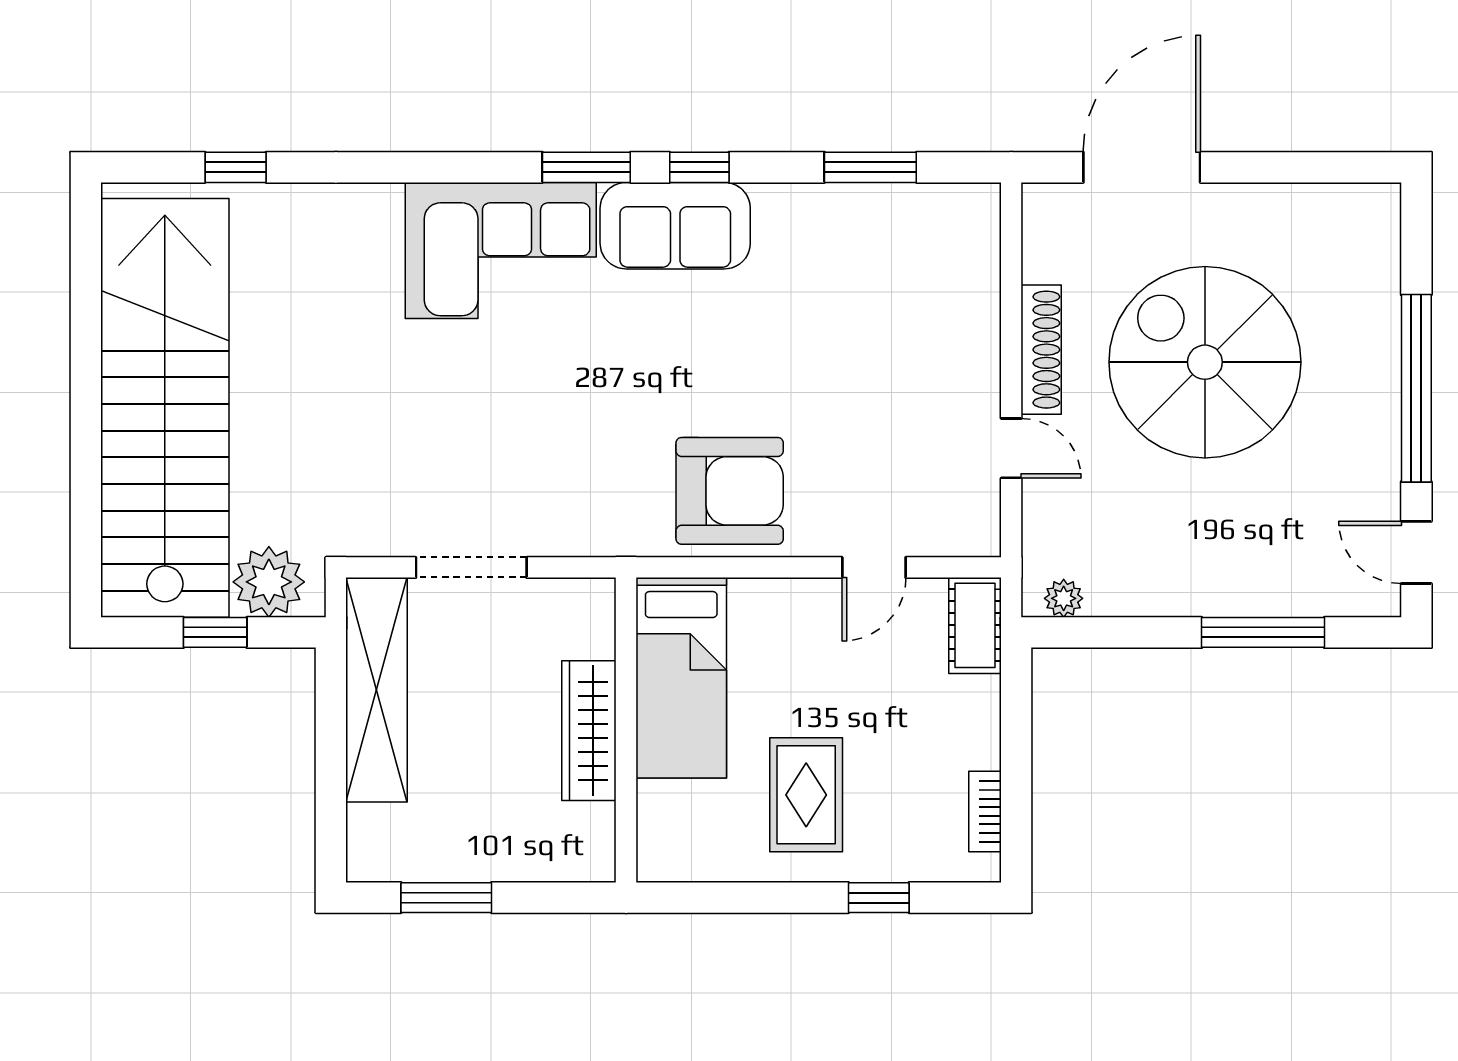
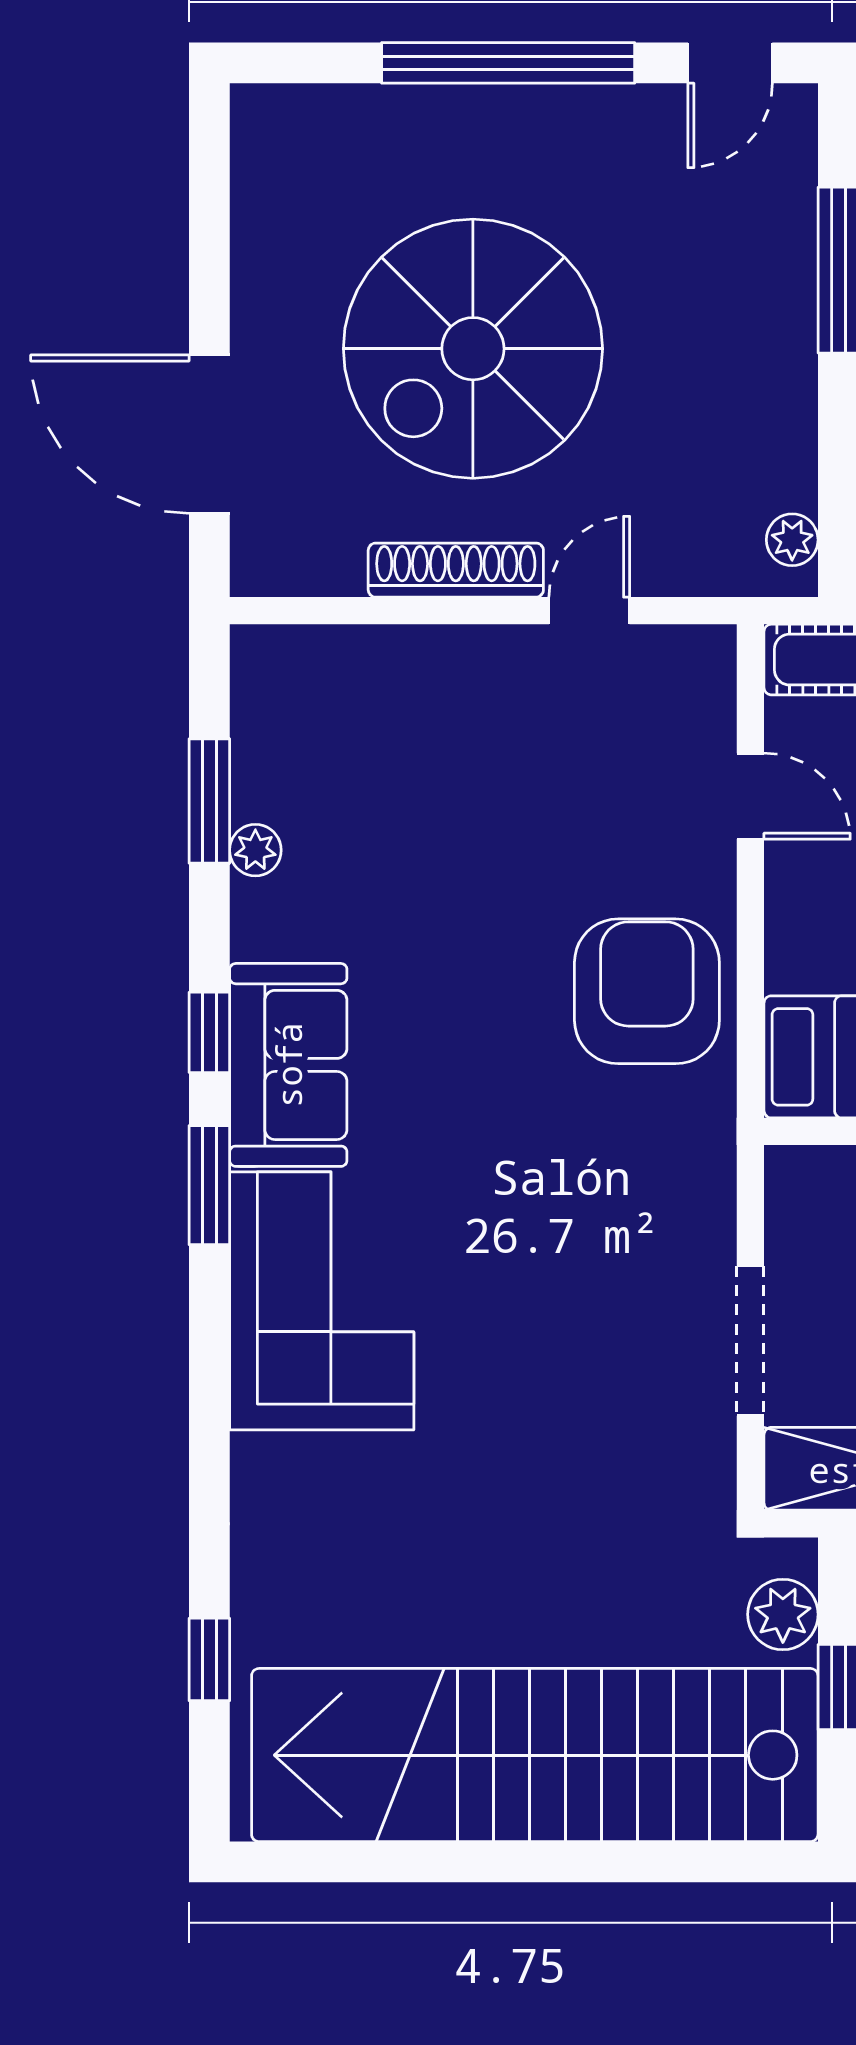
plant: (834, 201) -> (255, 850), added
plant: (269, 582) -> (783, 1614), width x0.73, depth x0.73

